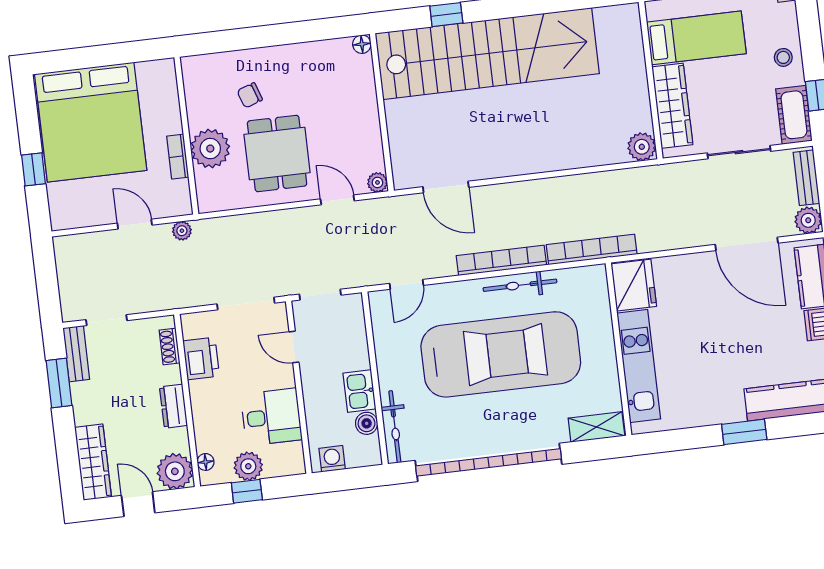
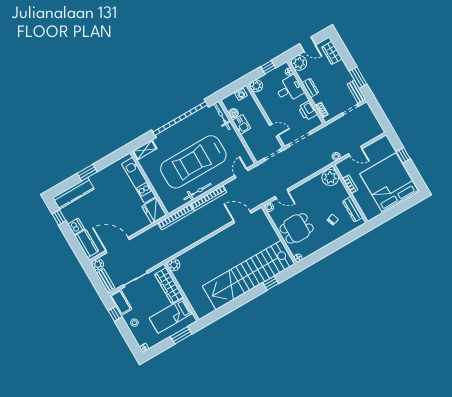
dresser: (196, 99) -> (353, 209), added
plant: (210, 149) -> (330, 178), moved
dining table: (277, 153) -> (297, 228), moved, turned 90
desk: (271, 417) -> (289, 89), moved, turned 180
wardrobe: (93, 462) -> (332, 53), width x0.67
plant: (248, 466) -> (256, 86), moved

